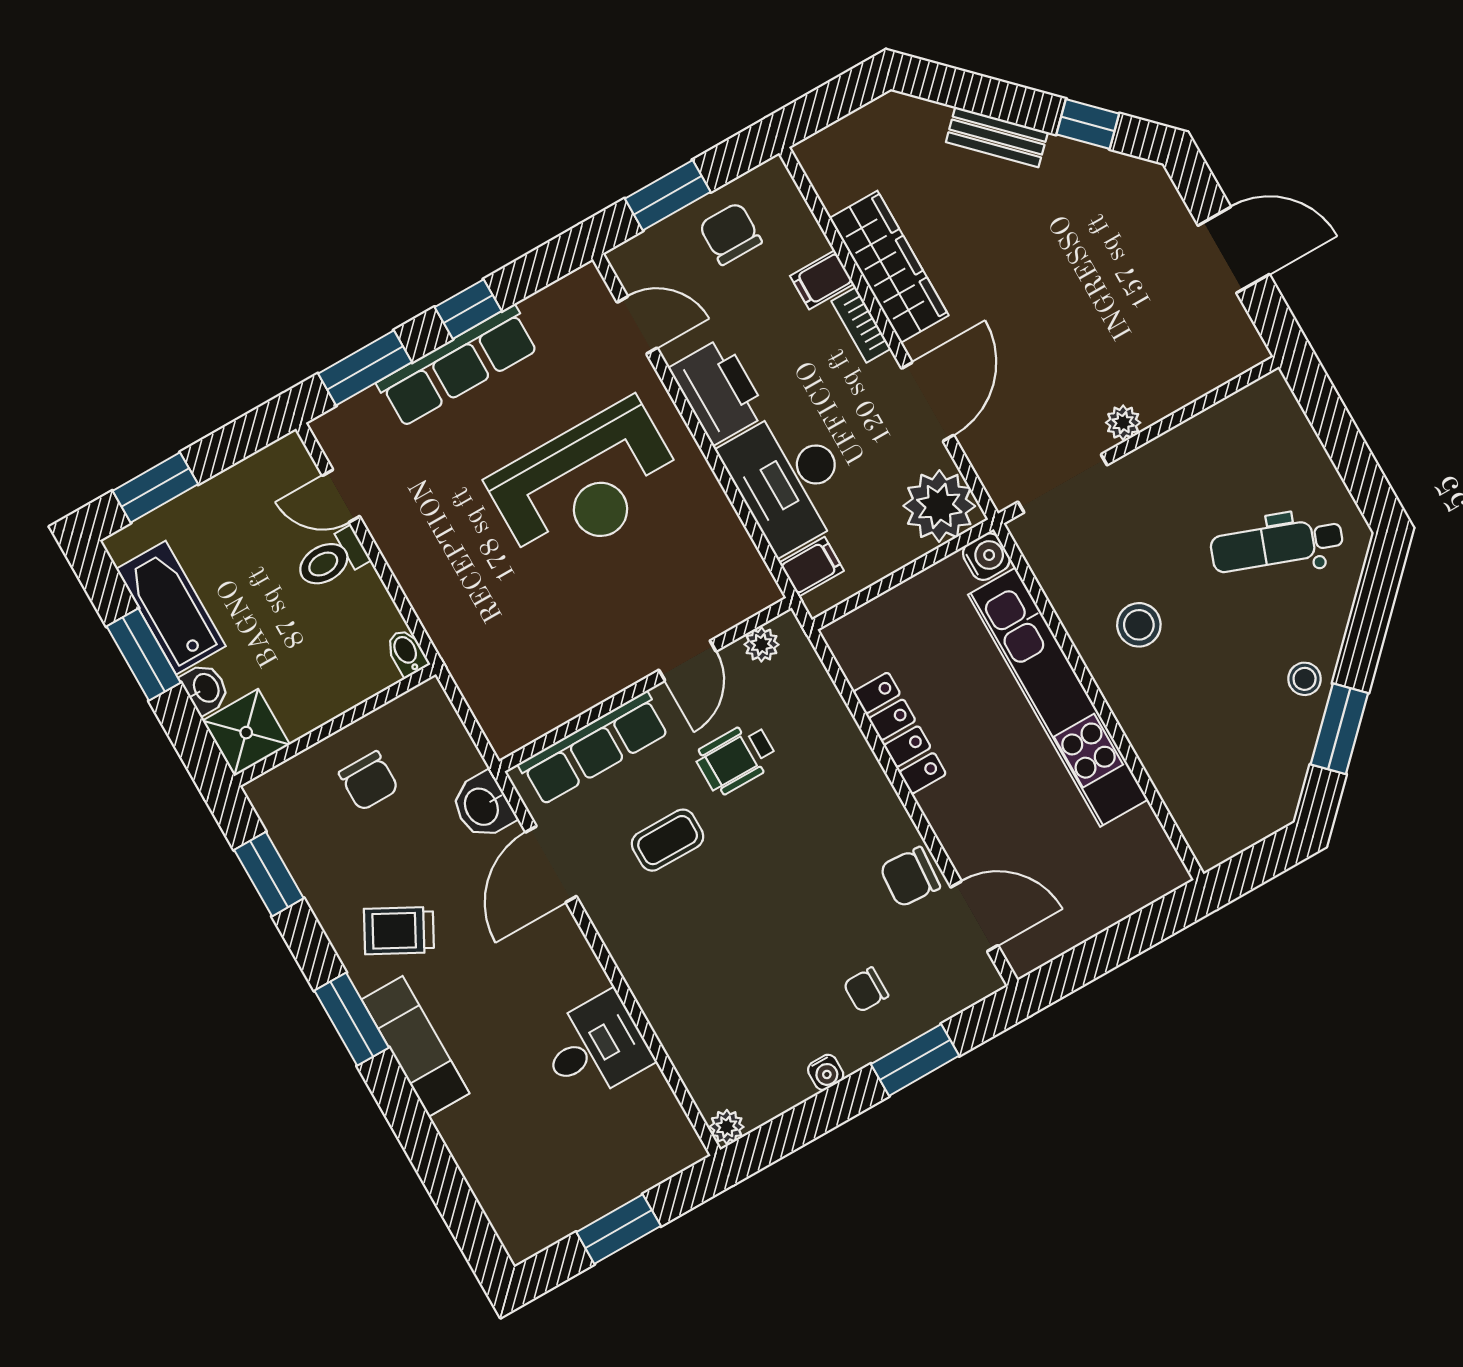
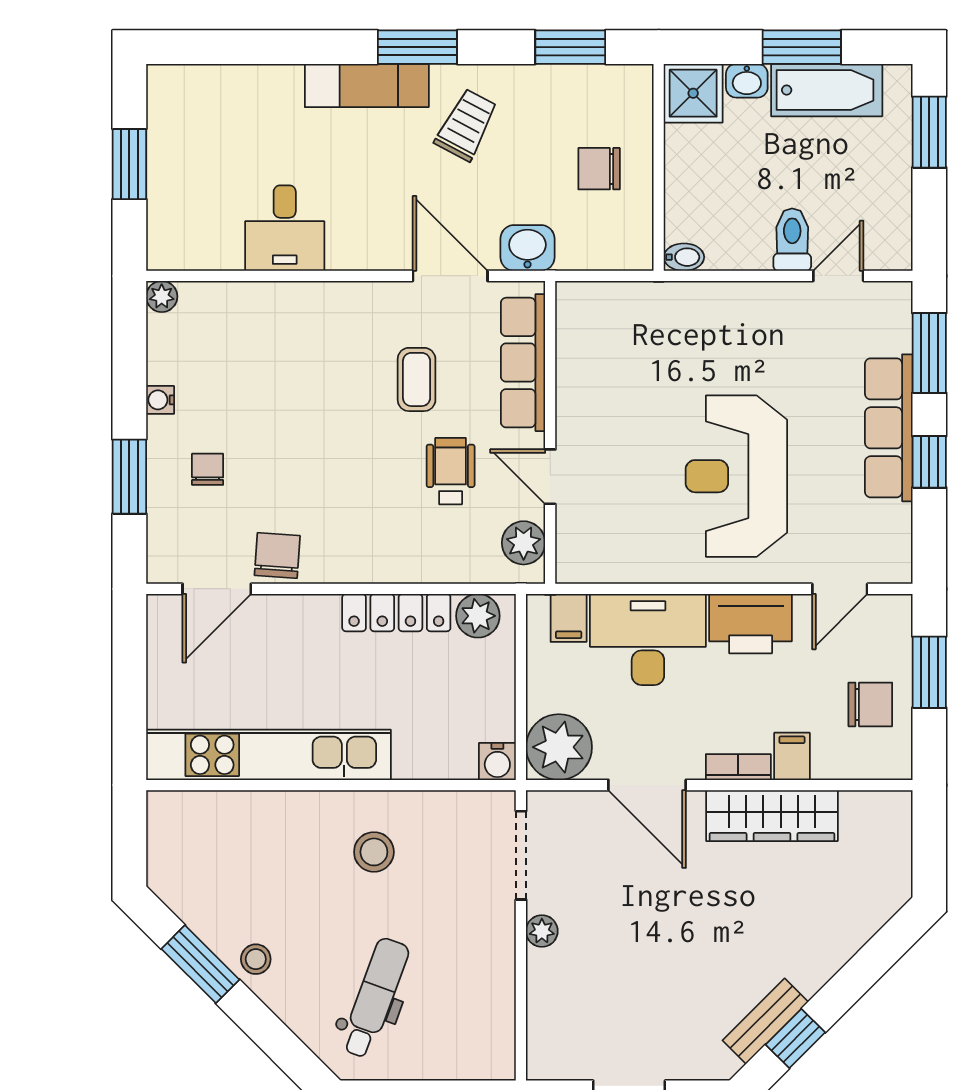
bench: (997, 137) -> (765, 1021), moved
plant: (761, 645) -> (524, 543), width x1.38, depth x1.38
plant: (859, 654) -> (478, 616), added
kitchen unit: (1058, 697) -> (268, 755), moved

